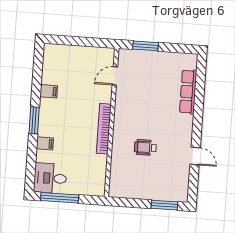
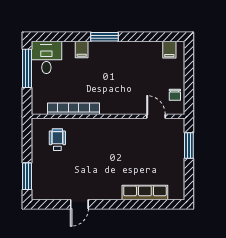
chair: (95, 56) -> (175, 95), added
filing cabinet: (49, 91) -> (169, 50), moved
bookcase: (104, 129) -> (74, 109), moved
wheelchair: (145, 147) -> (57, 140), moved

